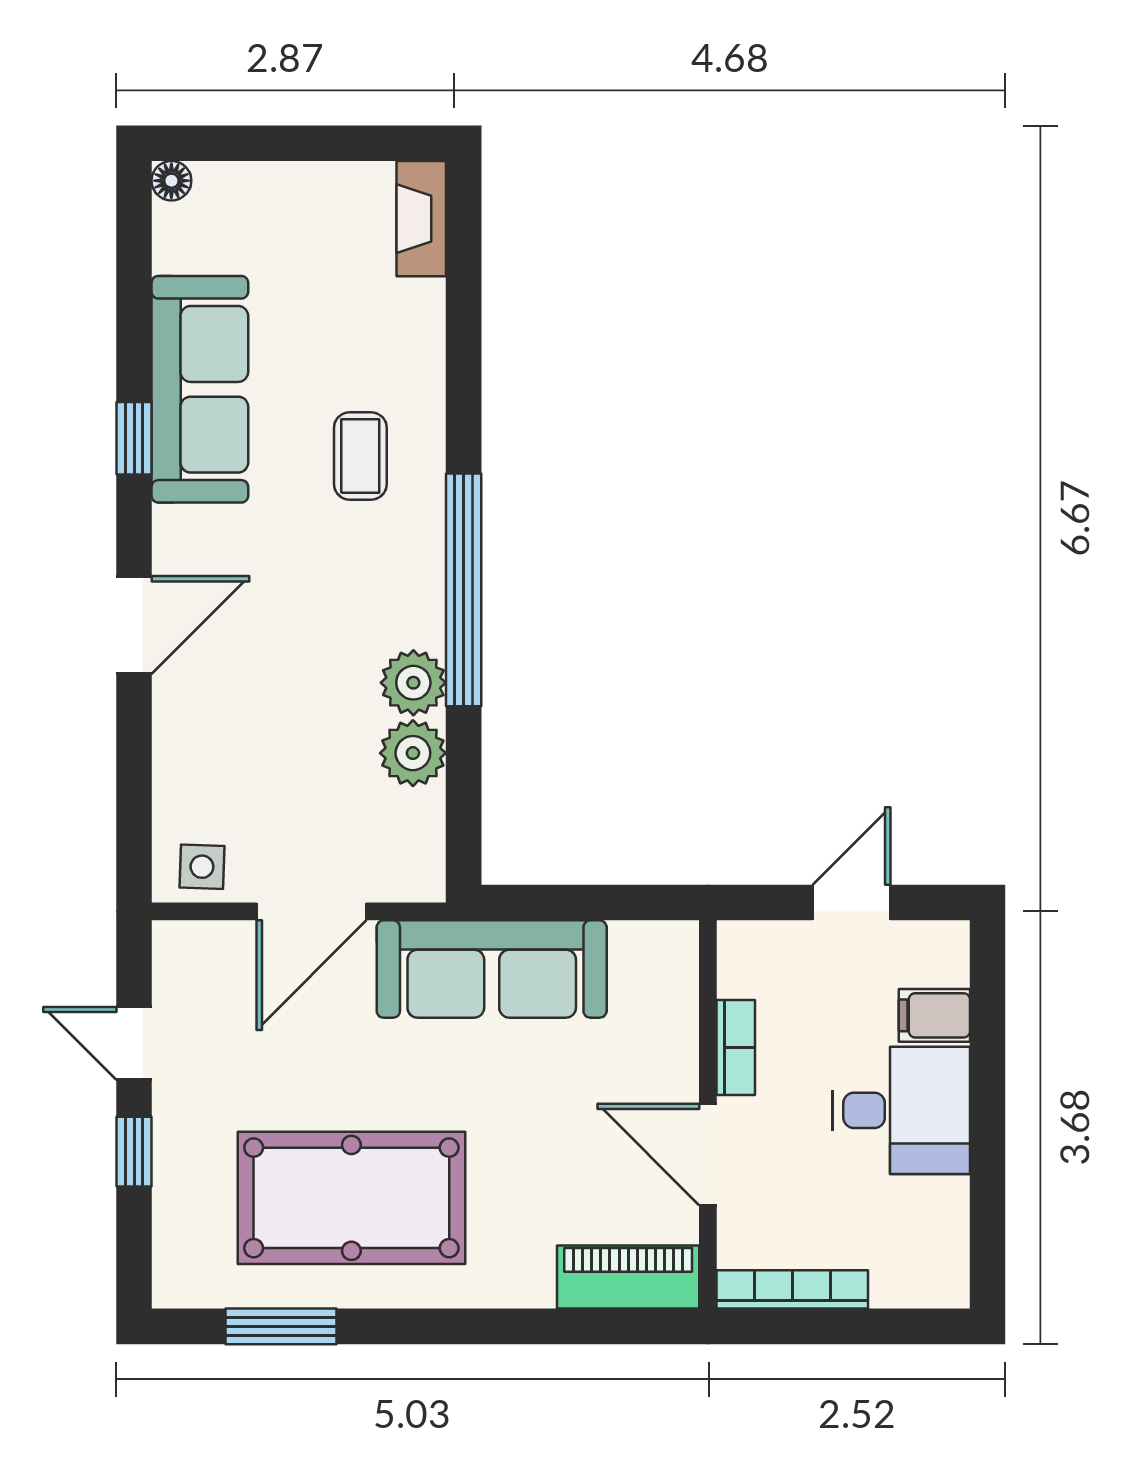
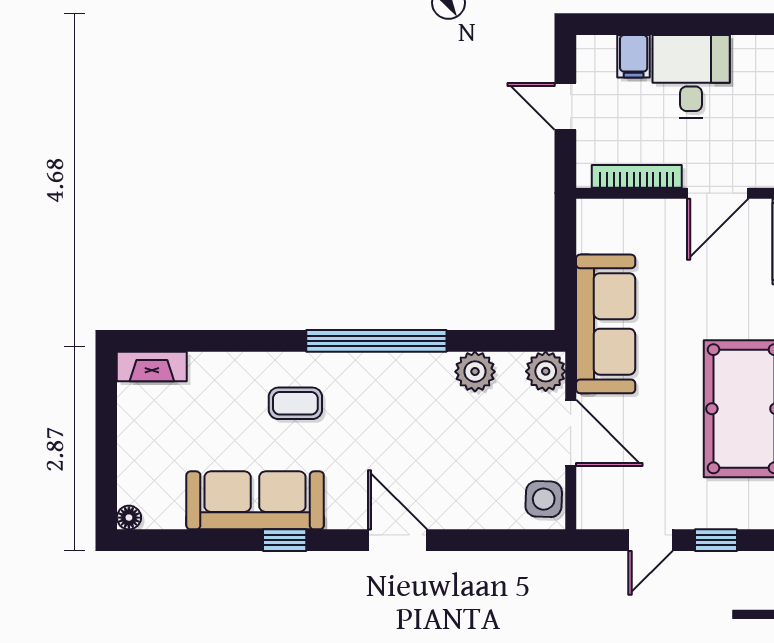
plant: (413, 683) -> (546, 371), moved
side table: (202, 867) -> (544, 499), width x1.37, depth x1.37
bookcase: (736, 1047) -> (637, 176), width x1.56

